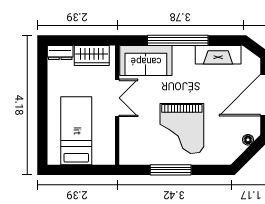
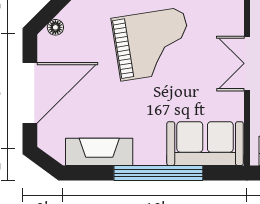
double door: (117, 98) -> (247, 63), moved
grand piano: (182, 128) -> (152, 44), turned 81

